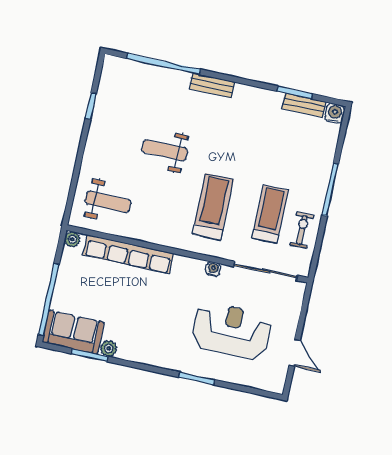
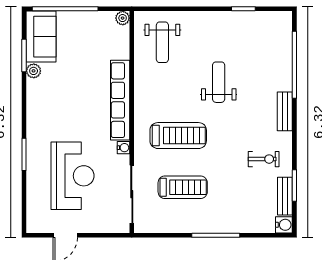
exercise bike: (302, 230) -> (264, 159), moved
row of seats: (128, 254) -> (120, 100), moved

